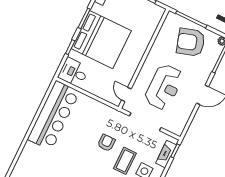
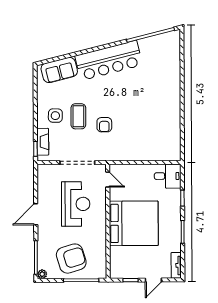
bed: (101, 40) -> (134, 223), moved, turned 180
reception desk: (164, 87) -> (76, 204), turned 180
bar counter: (54, 116) -> (167, 126), removed

